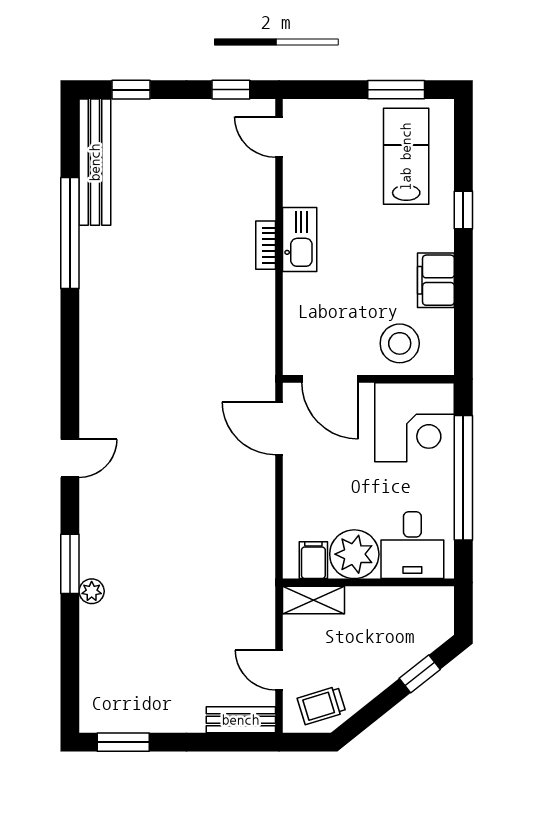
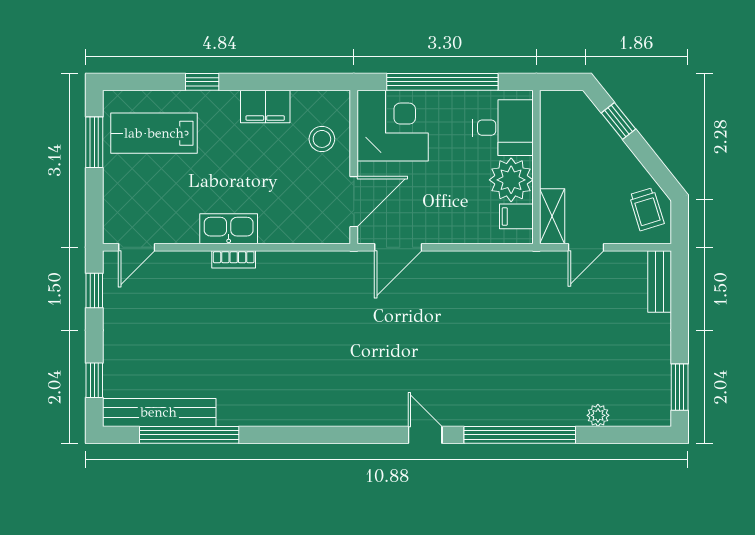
window: (70, 233) -> (189, 435), moved
stool: (400, 343) -> (322, 139), width x0.73, depth x0.73
window: (70, 564) -> (520, 435), width x2.11
plant: (92, 591) -> (598, 415), moved
door: (279, 670) -> (586, 247), moved

